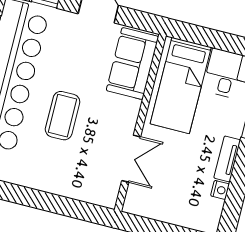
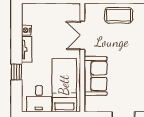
sofa: (132, 63) -> (96, 76), moved
coffee table: (63, 116) -> (119, 15), moved, turned 90

